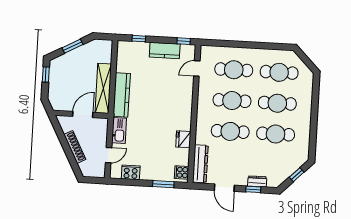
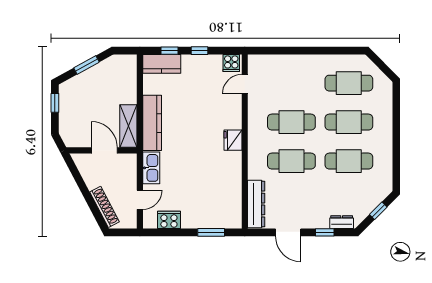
window: (184, 41) -> (200, 51), moved
kitchen counter: (165, 50) -> (162, 64), moved
cafe table: (234, 70) -> (291, 83), removed
shelving: (103, 88) -> (128, 126), width x0.68
door: (83, 114) -> (104, 150), hinge flipped
fridge: (183, 139) -> (233, 140), moved
shoe rack: (75, 147) -> (104, 207), moved
cooker: (182, 172) -> (231, 63), moved, turned -90
dresser: (257, 181) -> (342, 222), moved

